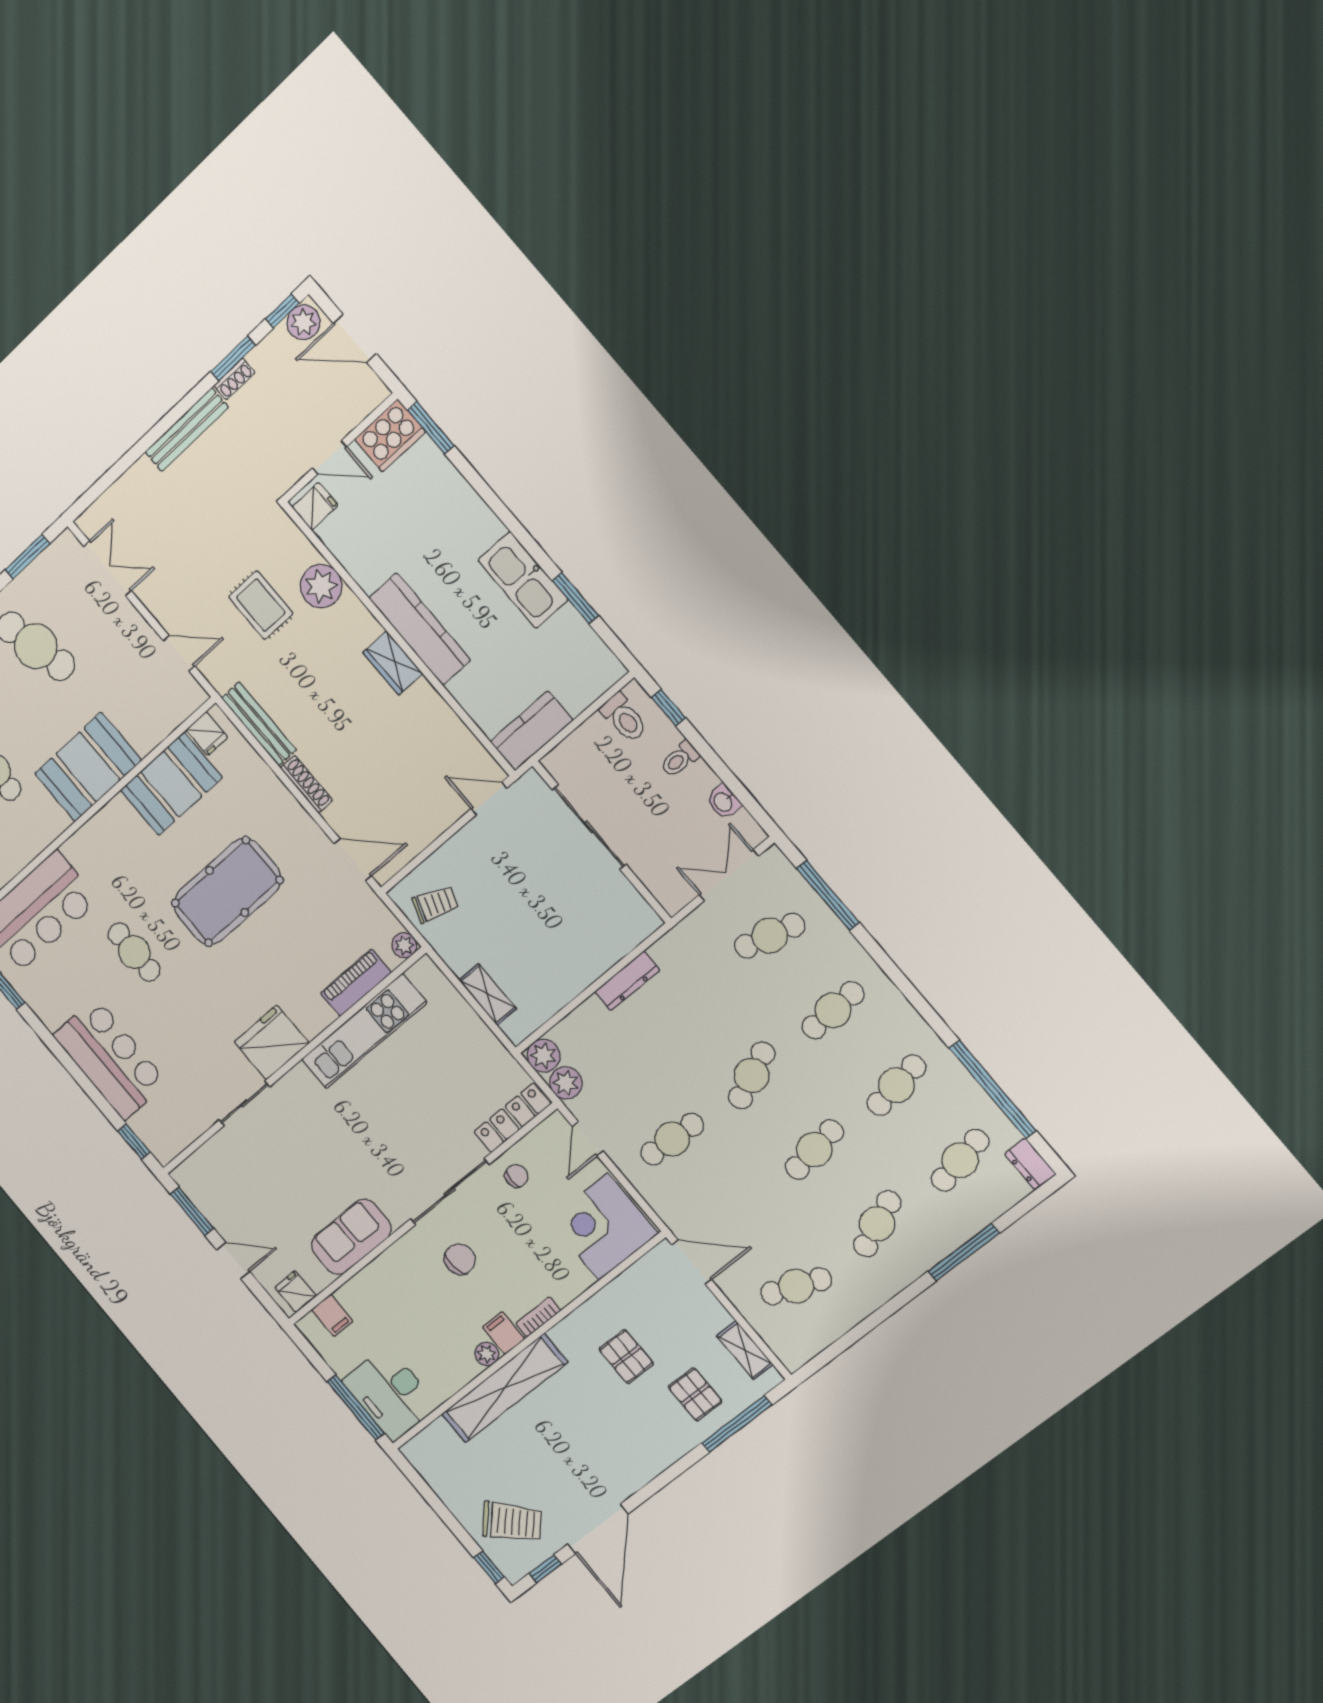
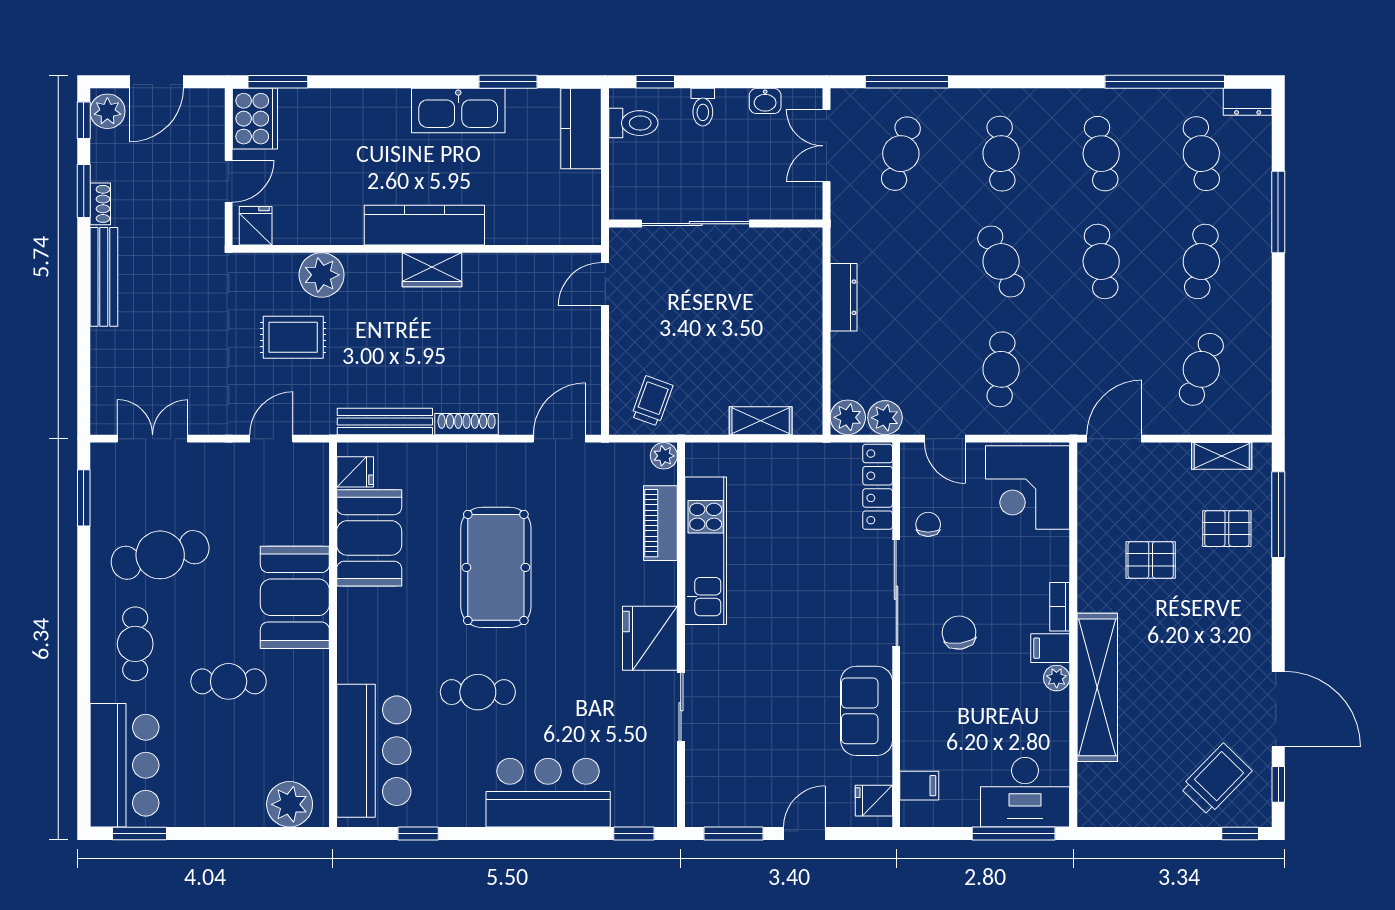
kitchen counter: (531, 731) -> (581, 129), moved
cafe table: (877, 1224) -> (1201, 261), turned 33

